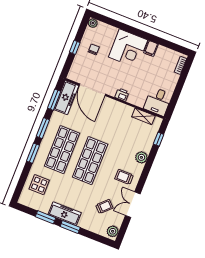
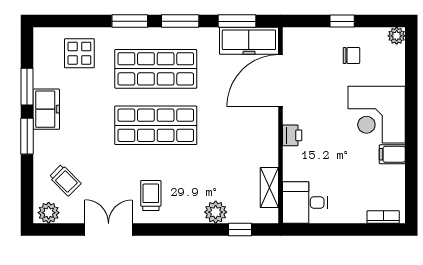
plant: (141, 157) -> (216, 212), moved
trolley: (104, 207) -> (65, 180), moved
freezer: (65, 214) -> (46, 109), width x0.71

